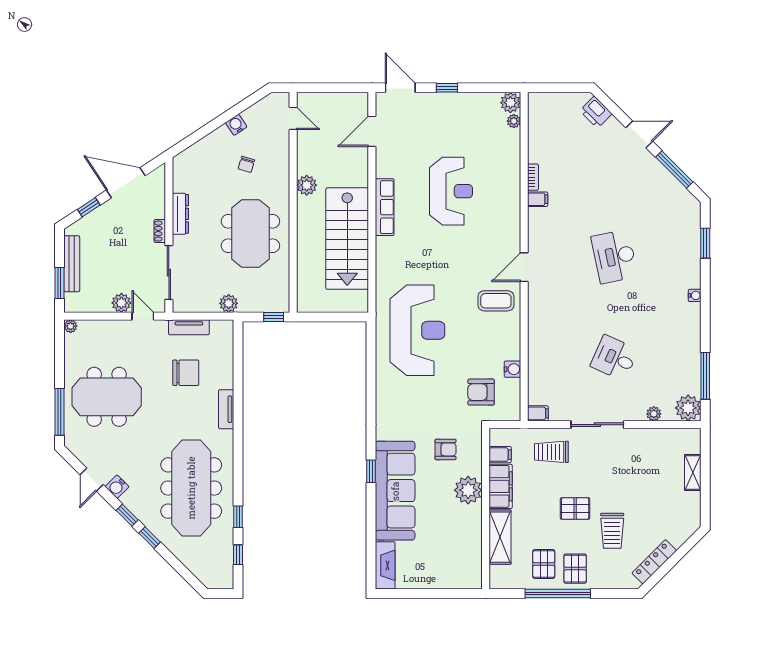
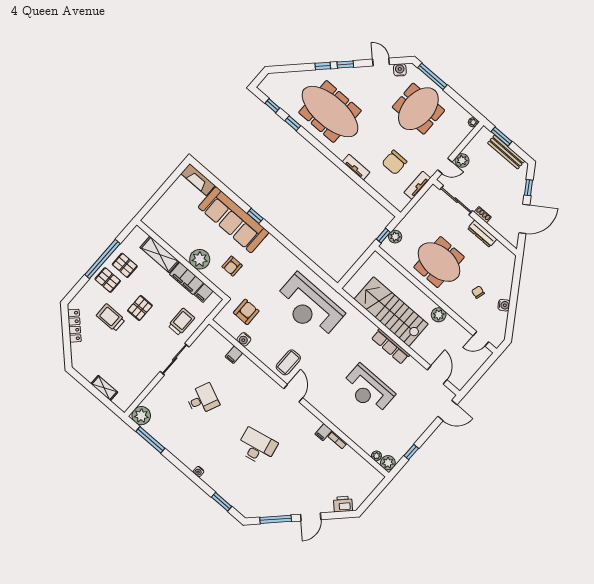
window: (447, 88) -> (411, 452), moved
plant: (229, 303) -> (395, 237), moved
filing cabinet: (538, 413) -> (234, 355), moved
plant: (654, 414) -> (154, 394), removed
water cooler: (117, 487) -> (400, 70), moved

